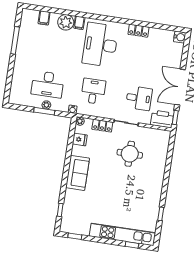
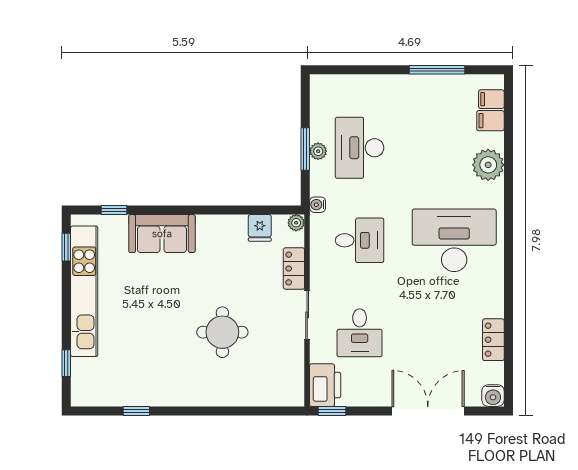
filing cabinet: (79, 23) -> (491, 99), moved
locker: (138, 31) -> (493, 340), moved
double door: (180, 87) -> (428, 411), moved
round table: (130, 154) -> (222, 332), moved
sofa: (78, 173) -> (162, 234), moved
kitchen unit: (122, 234) -> (84, 291), moved

